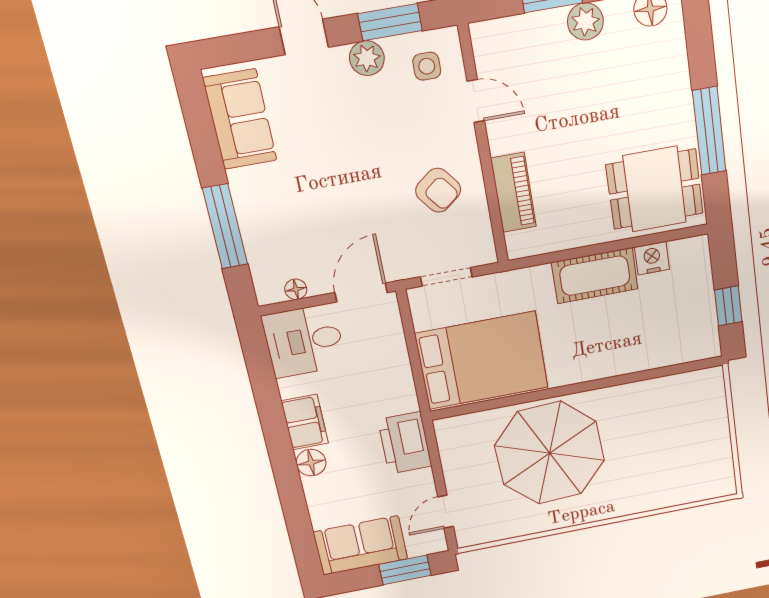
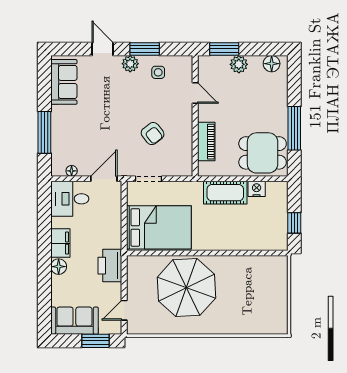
door: (476, 101) -> (195, 93), moved
wall: (484, 147) -> (195, 116), moved
piano: (513, 193) -> (206, 142), moved

